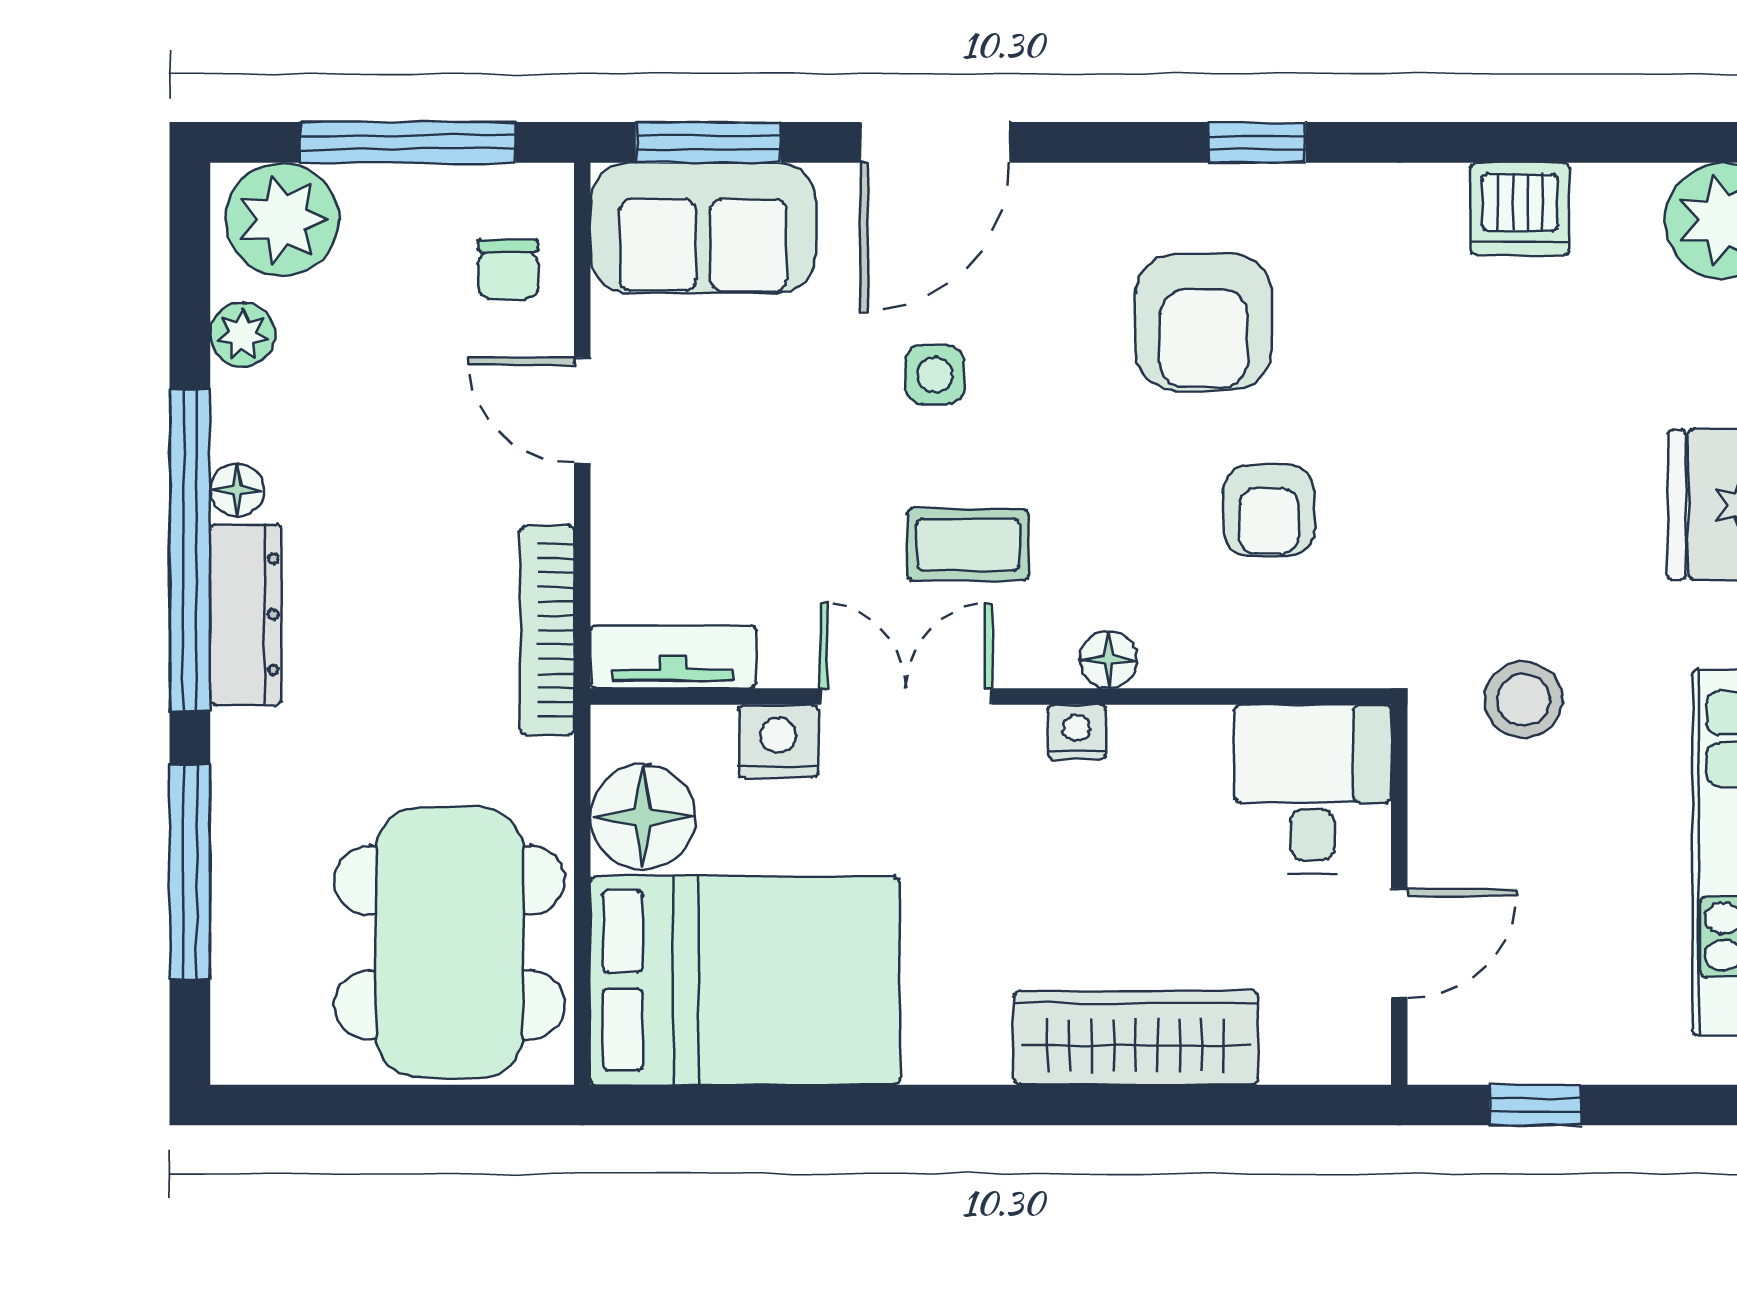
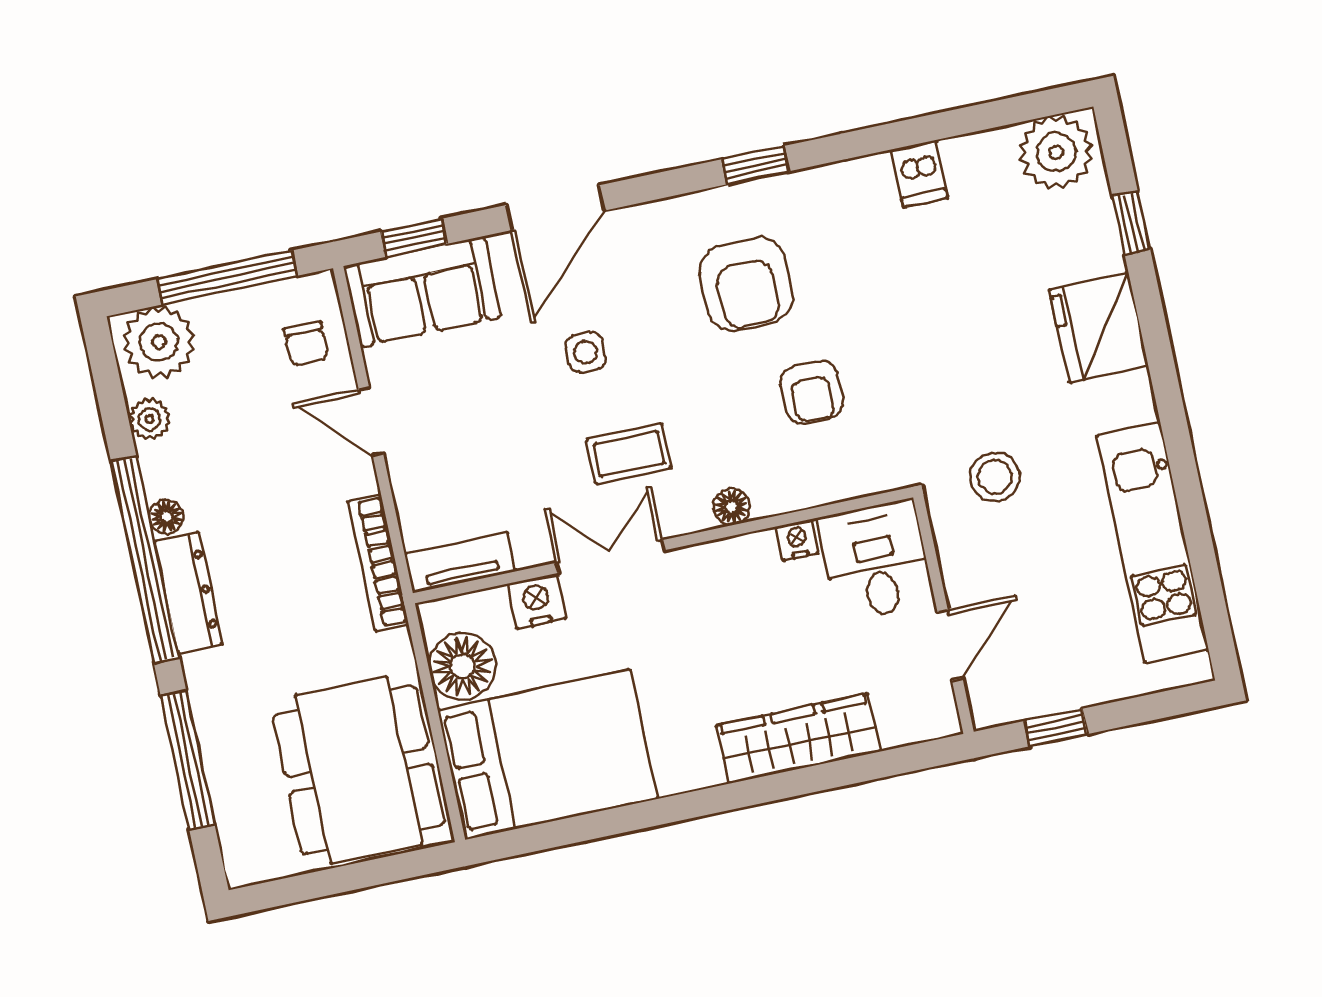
window: (708, 142) -> (414, 238), width x0.67
dishwasher: (1520, 209) -> (919, 174), width x0.73
nightstand: (1077, 732) -> (797, 540), moved

